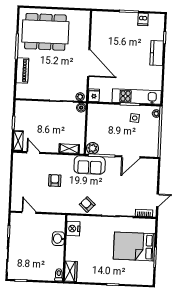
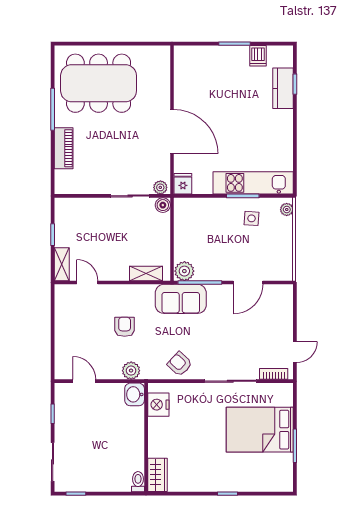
kitchen counter: (157, 53) -> (283, 88), moved
plant: (58, 207) -> (131, 371), added
washbasin: (58, 239) -> (135, 394), moved

